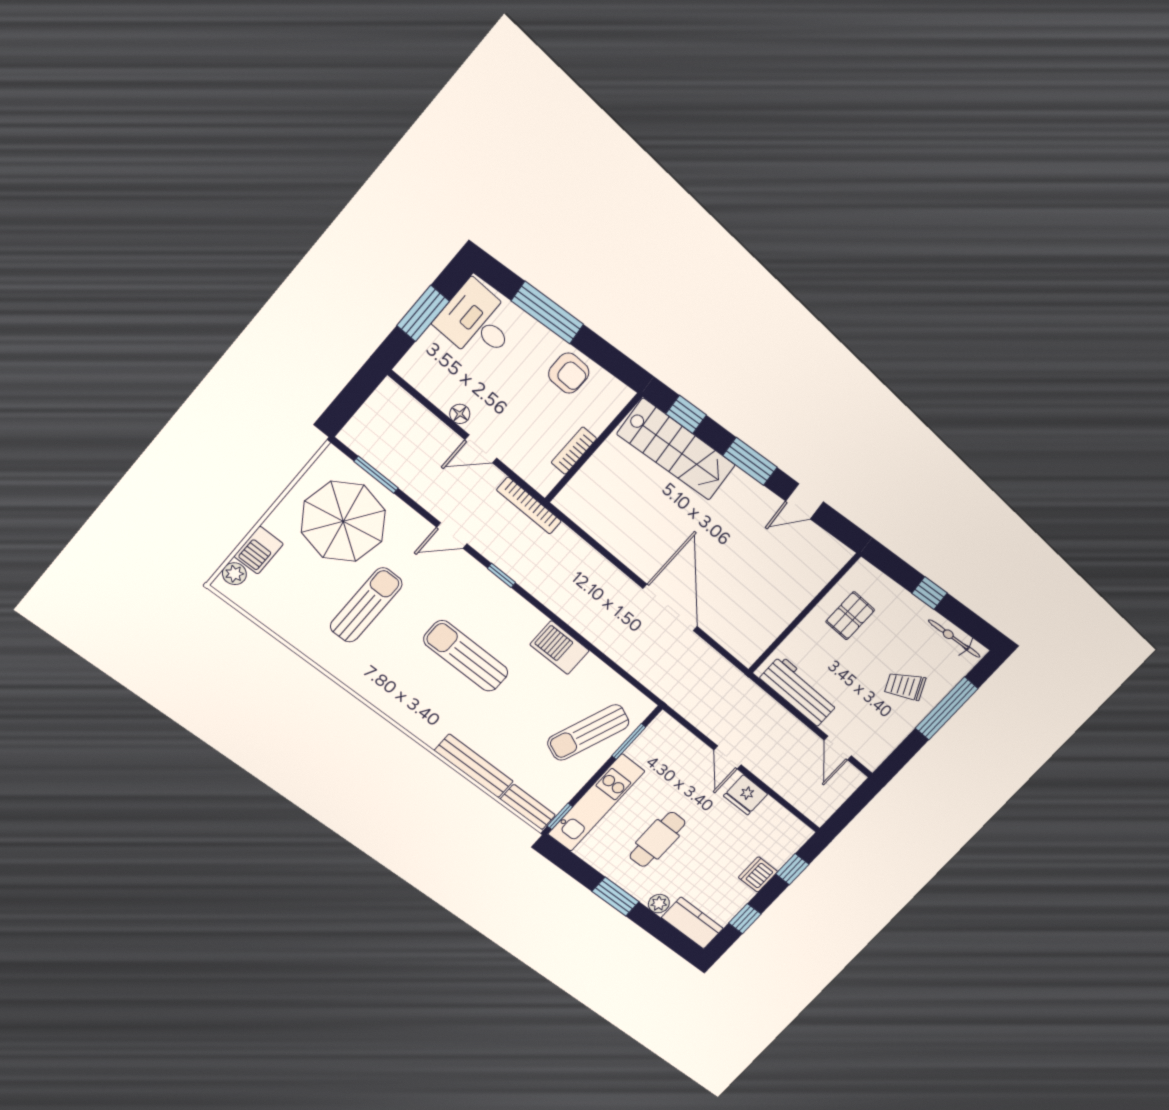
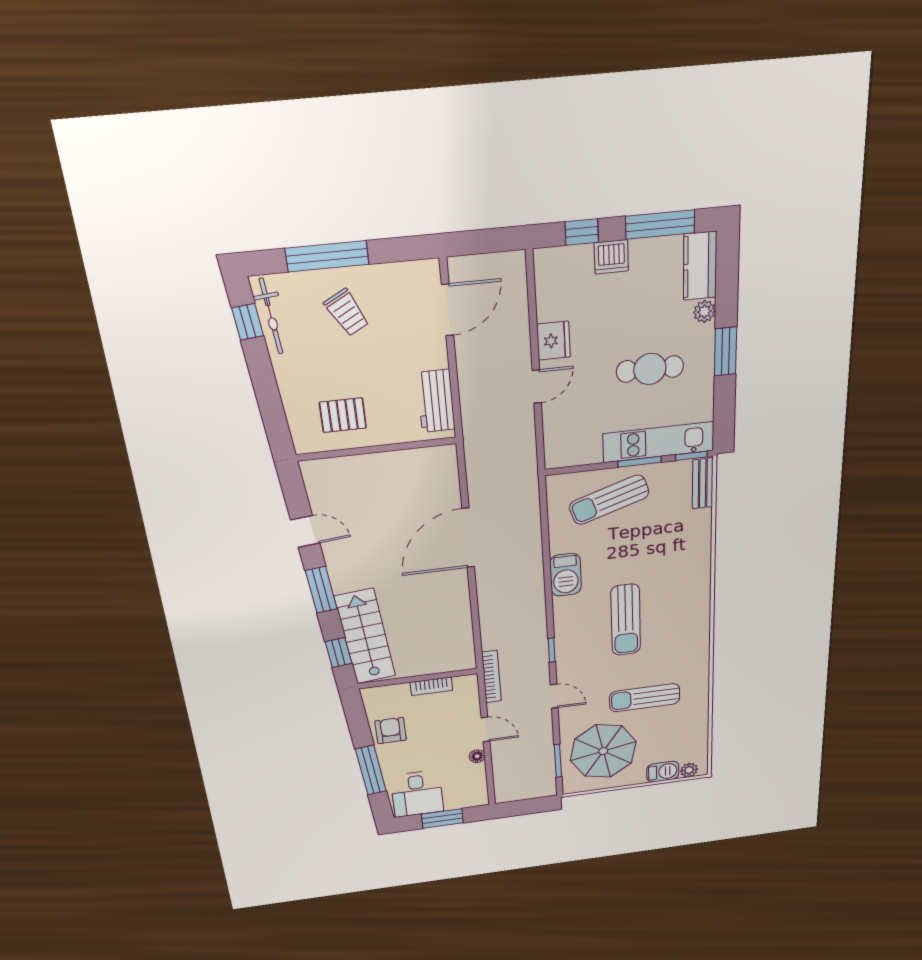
window: (930, 593) -> (248, 322), moved
workbench: (799, 691) -> (436, 401), width x0.73
sun lounger: (588, 732) -> (609, 500), turned 140
window: (629, 742) -> (640, 462), moved
door: (838, 748) -> (448, 310), width x1.38
bench: (474, 766) -> (701, 545), removed
window: (745, 919) -> (660, 225), width x2.17

